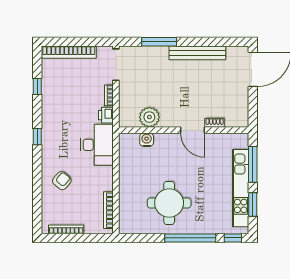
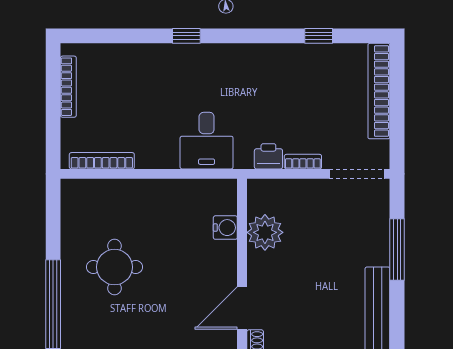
window: (37, 137) -> (186, 36), moved
desk: (97, 145) -> (207, 141), width x0.73
armchair: (62, 181) -> (154, 79), removed
round table: (169, 203) -> (114, 267), width x0.73, depth x0.73

